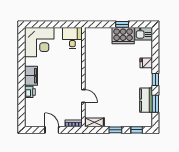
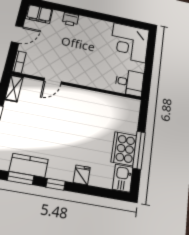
window: (122, 24) -> (139, 150), width x2.17
filing cabinet: (31, 76) -> (39, 14), moved

